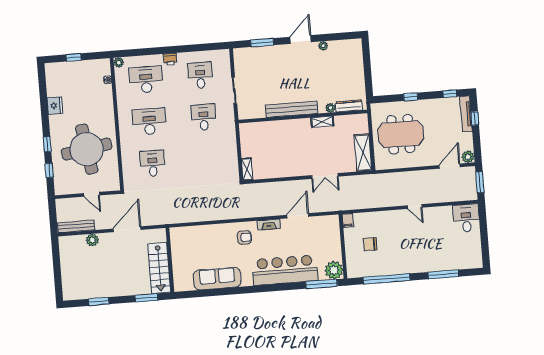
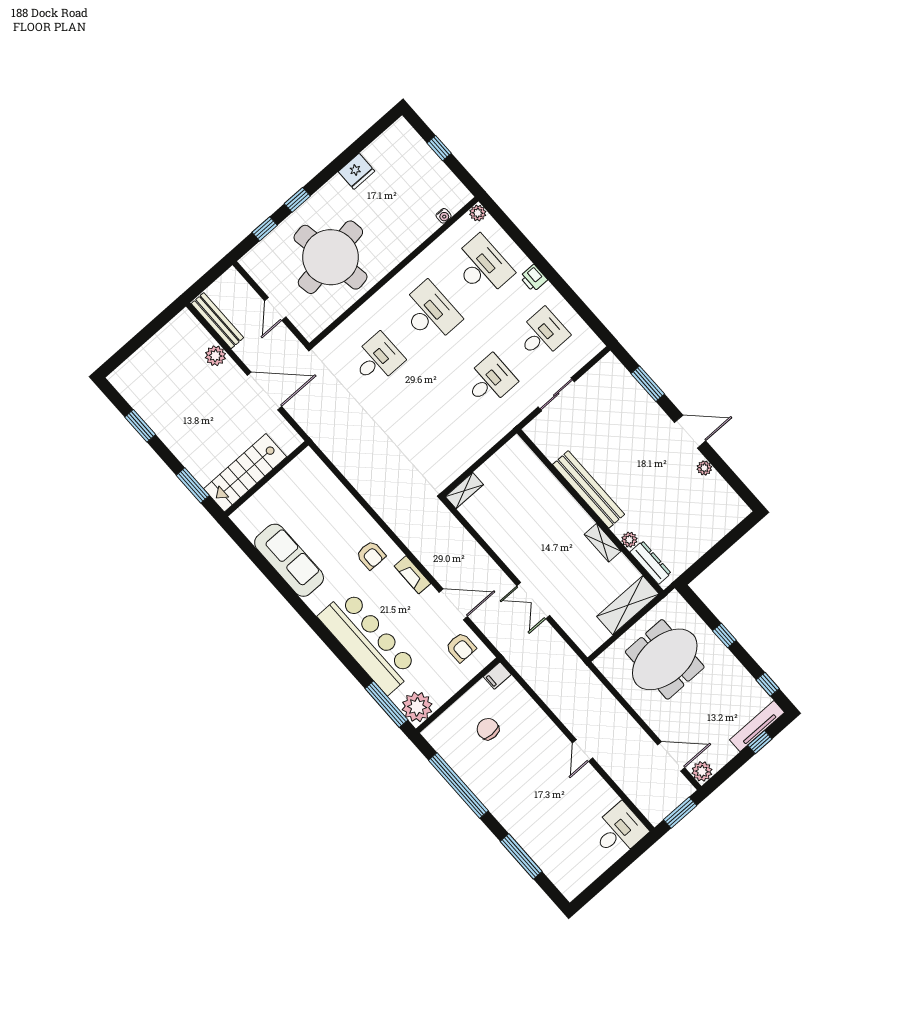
meeting table: (401, 134) -> (665, 659), turned 90
shelving: (363, 153) -> (628, 605), moved
armchair: (321, 228) -> (461, 647), added

